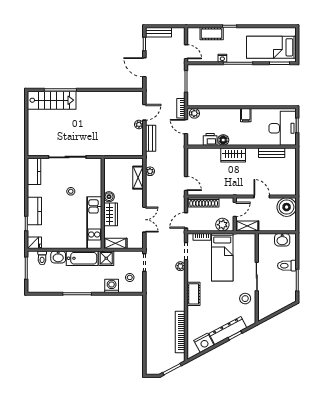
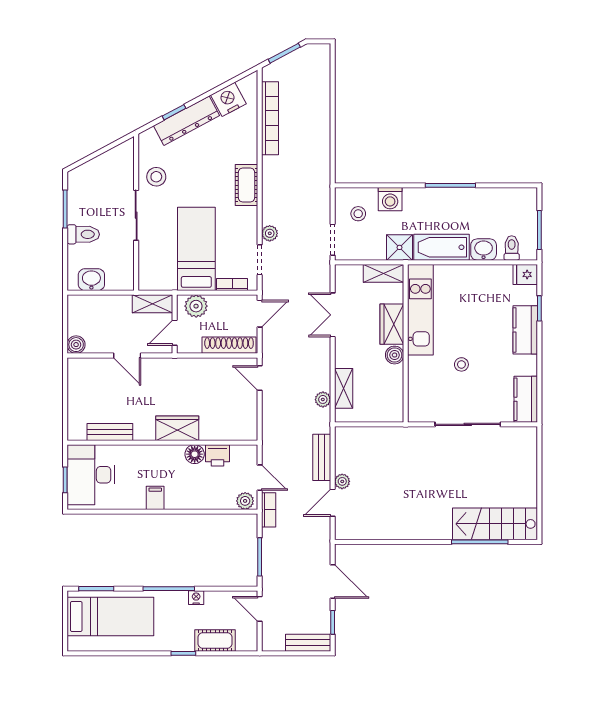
boiler: (287, 207) -> (76, 345), width x0.54, depth x0.54

